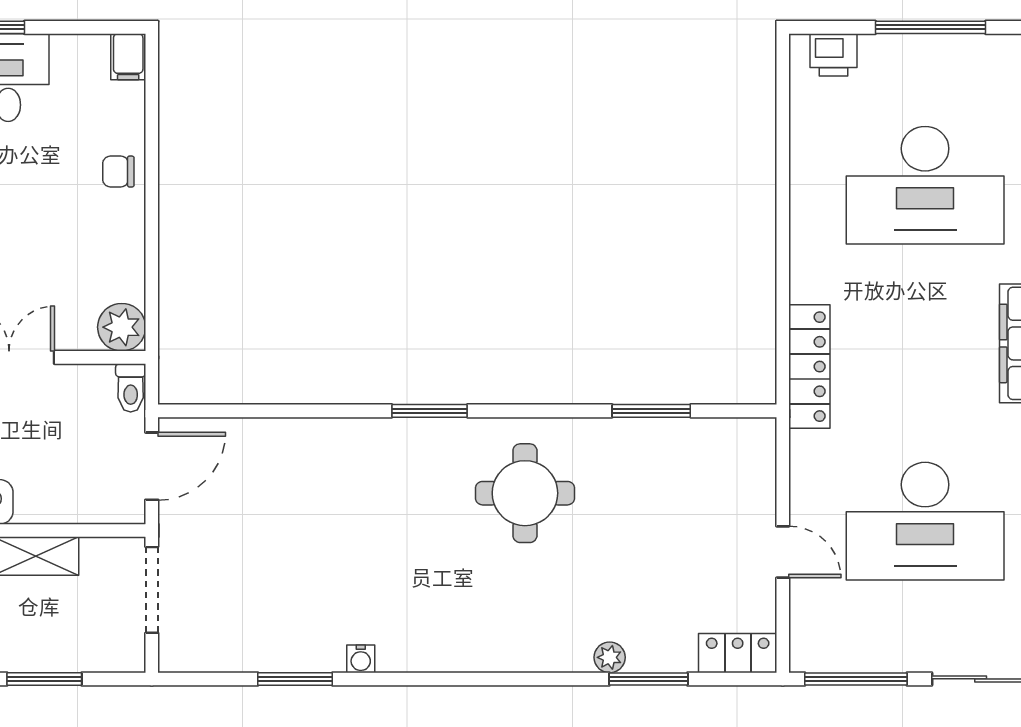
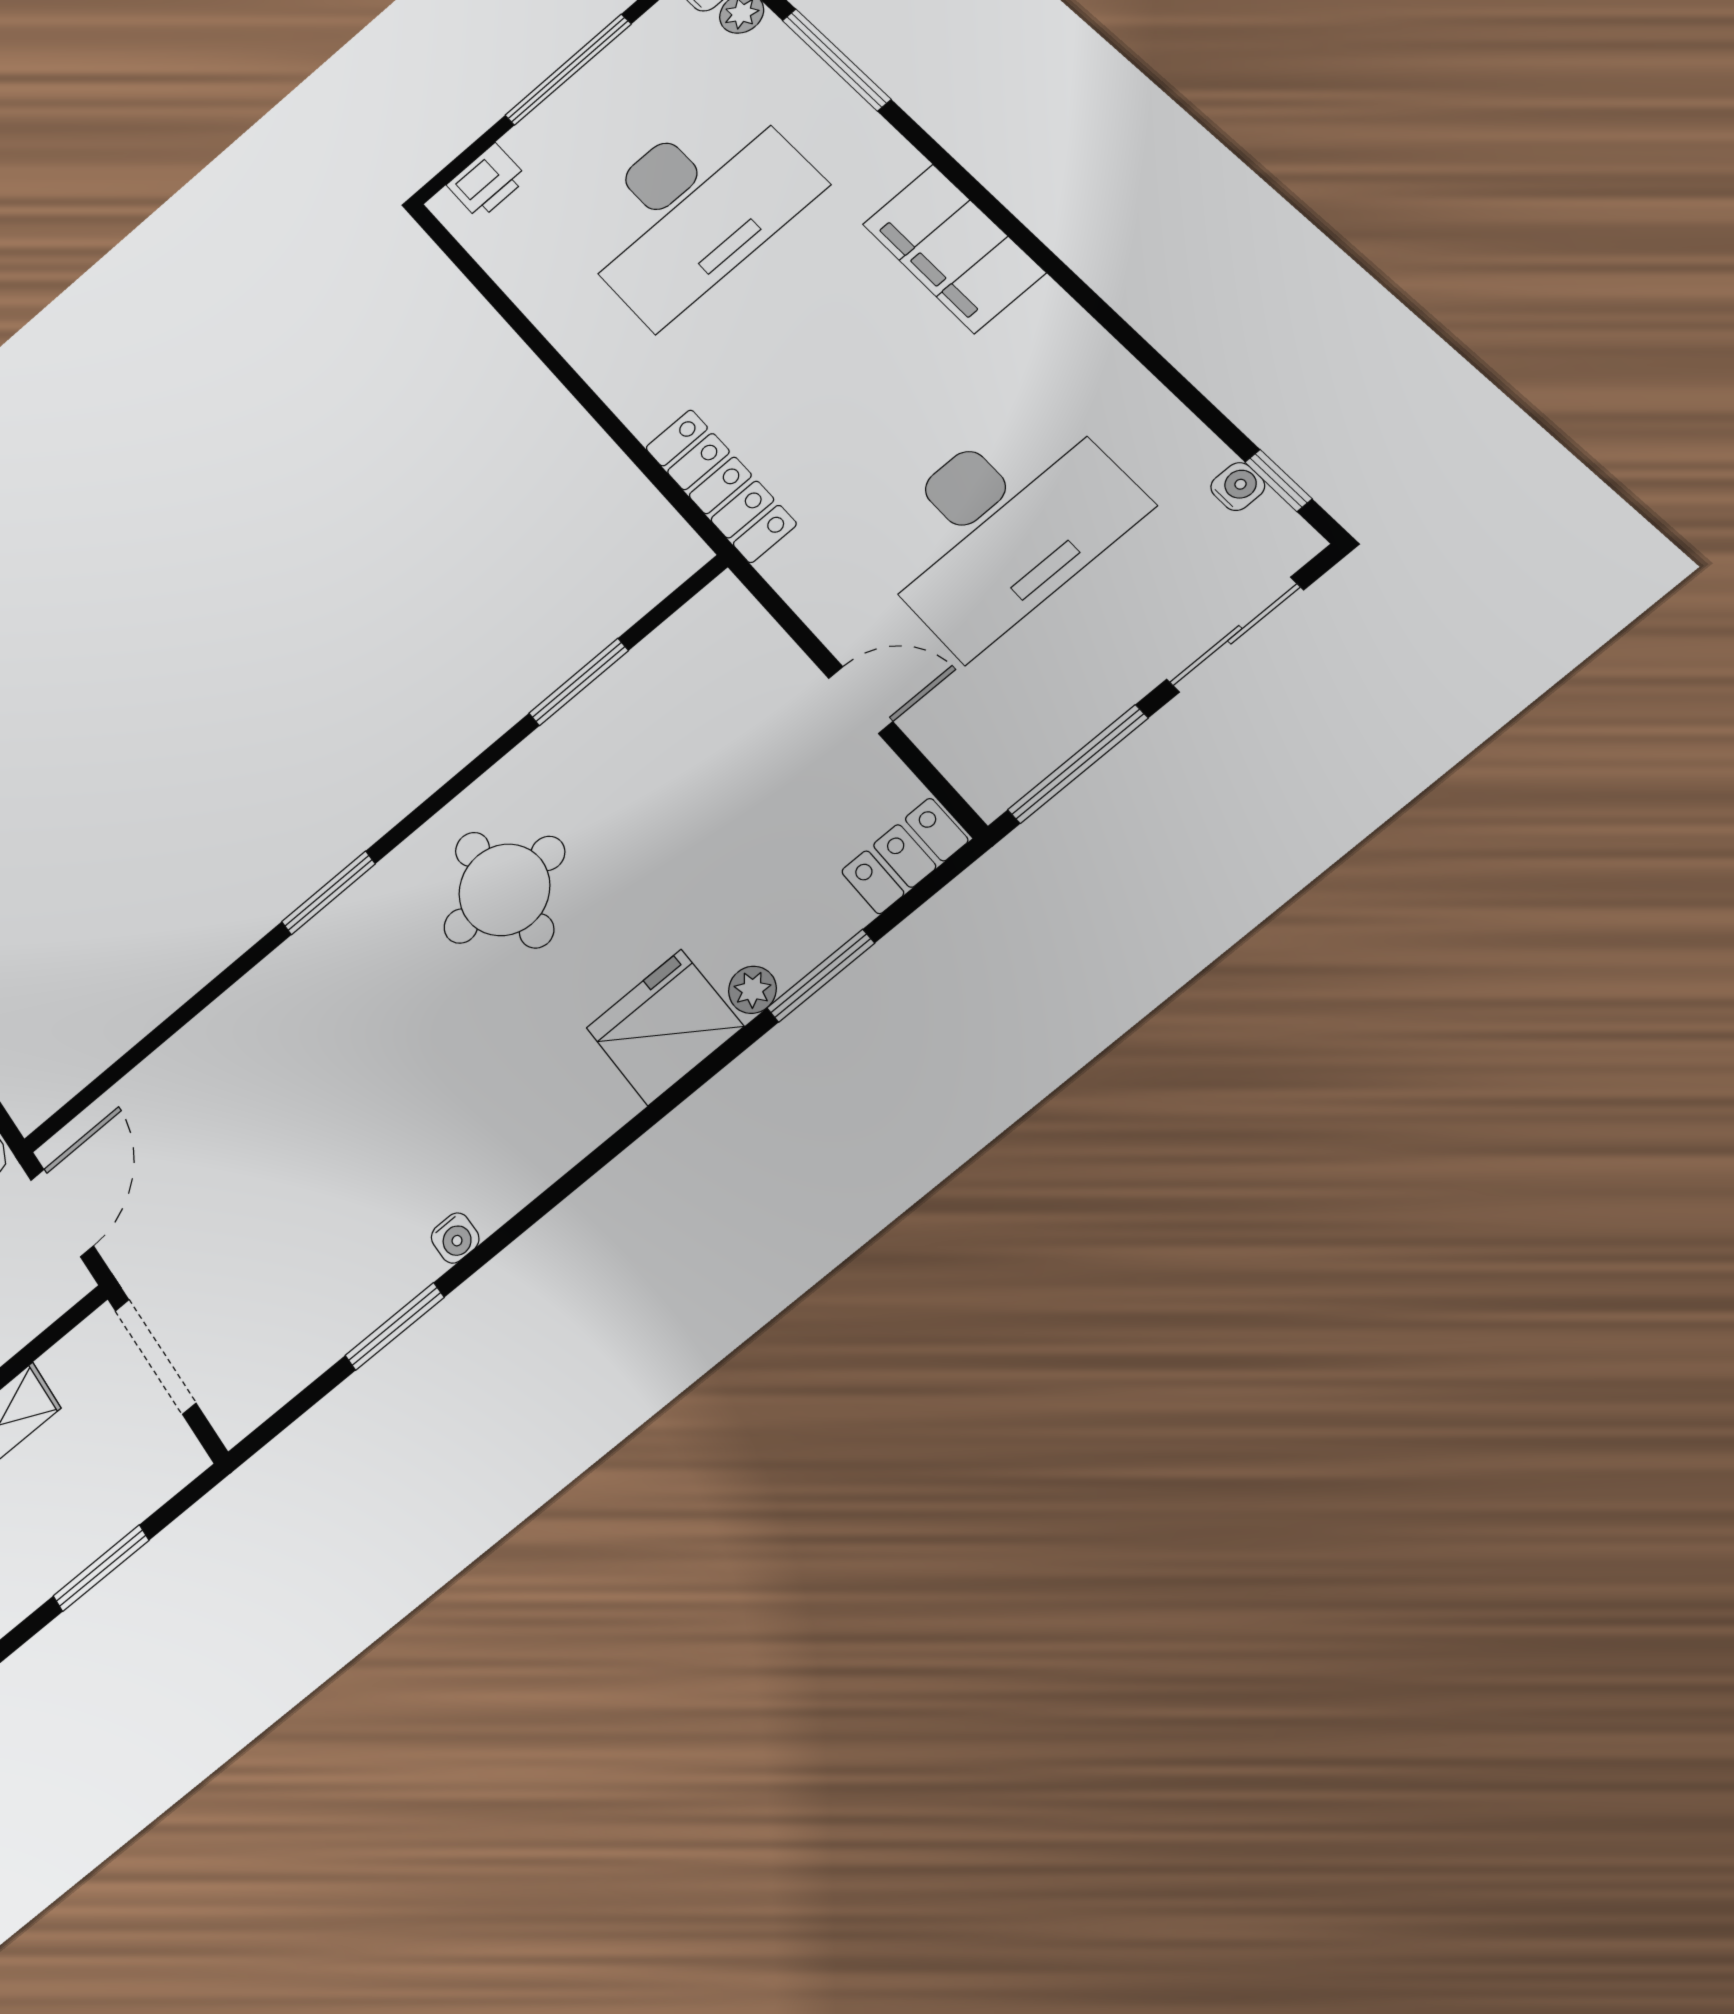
fridge: (551, 639) -> (665, 1027), added

